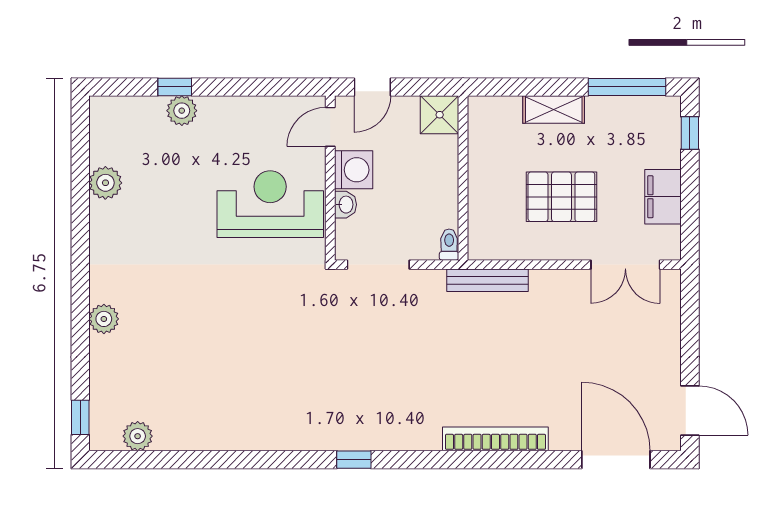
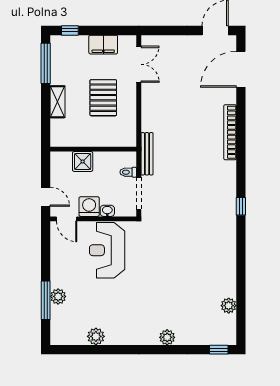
window: (175, 87) -> (46, 300), width x2.17
shower: (440, 115) -> (83, 161), moved
toilet: (449, 245) -> (128, 172), moved
bench: (488, 280) -> (147, 154), moved
plant: (138, 436) -> (229, 306), moved

